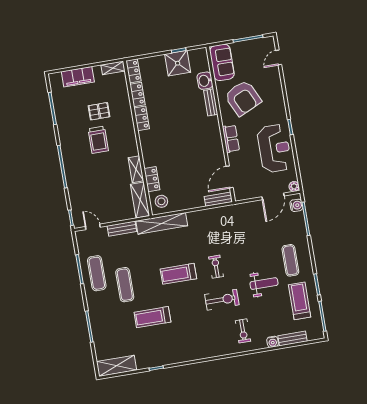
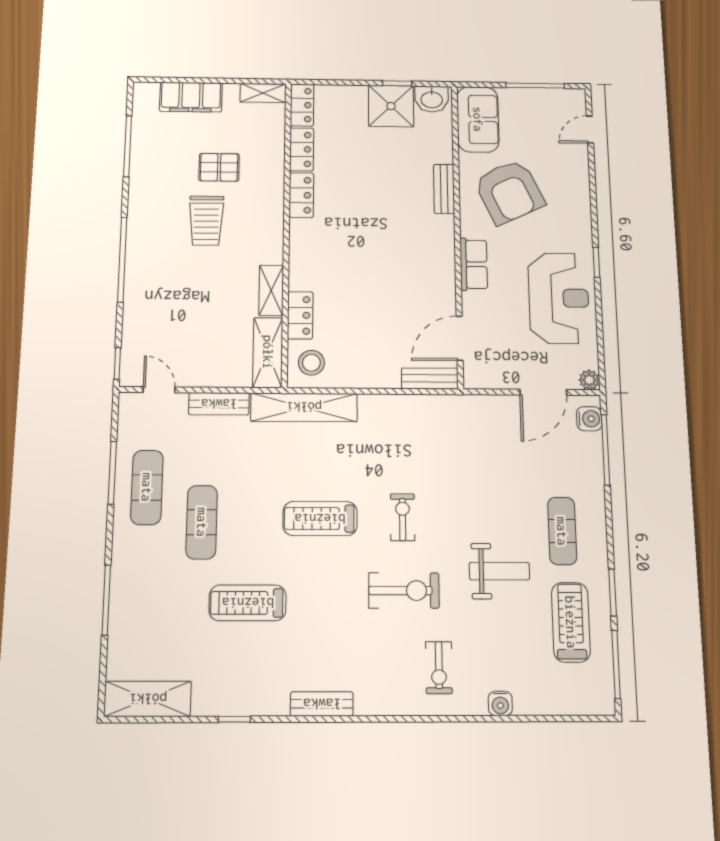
washbasin: (205, 81) -> (432, 99), moved, turned -90
bench: (293, 338) -> (322, 704), moved

